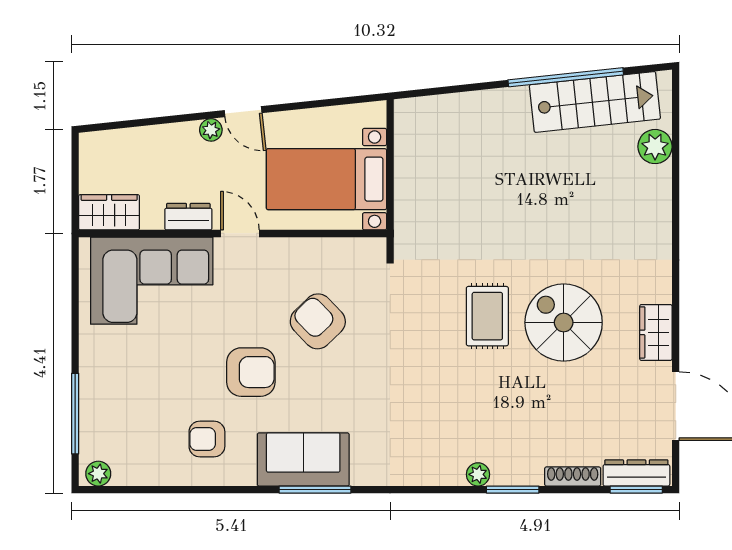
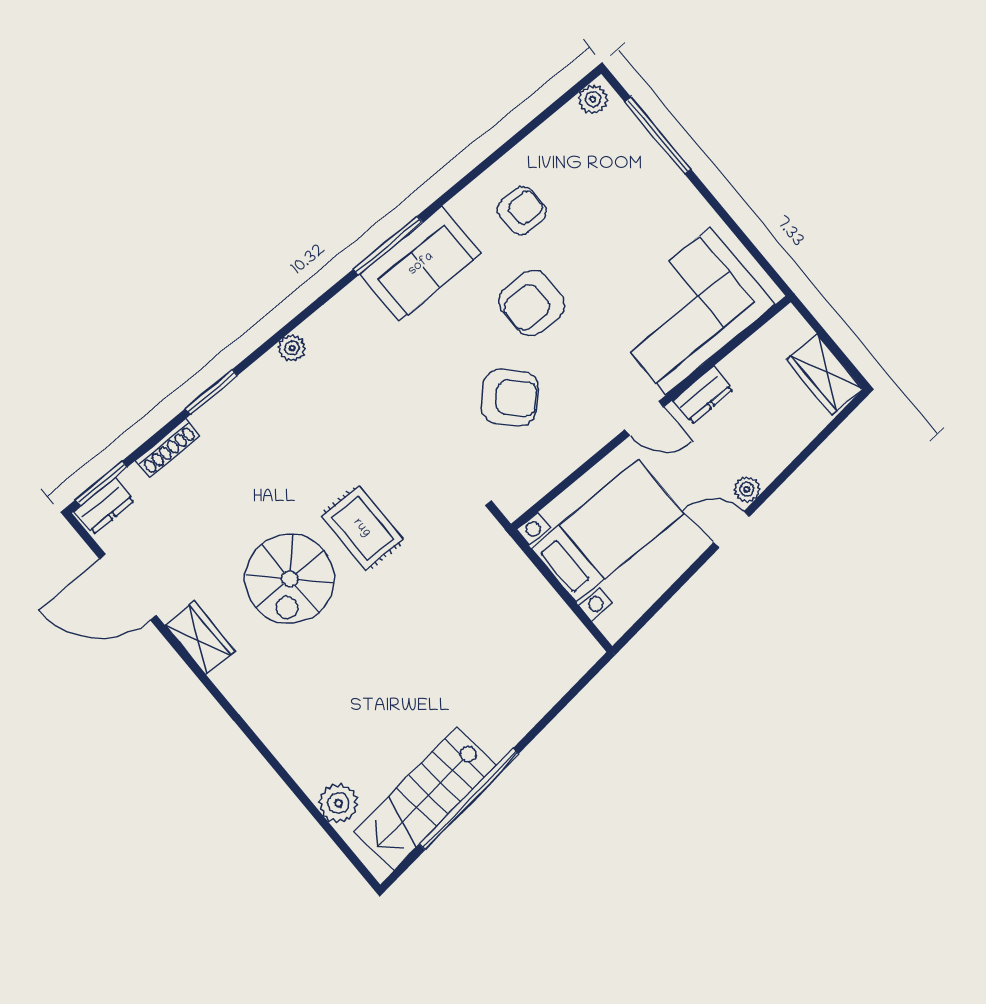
wardrobe: (109, 212) -> (824, 374), moved, turned 90
spiral stairs: (564, 323) -> (290, 579), turned 90
dresser: (636, 473) -> (104, 506), width x0.70
plant: (478, 474) -> (292, 348), moved

